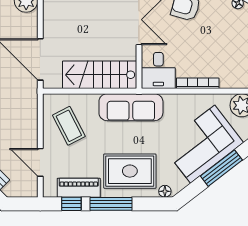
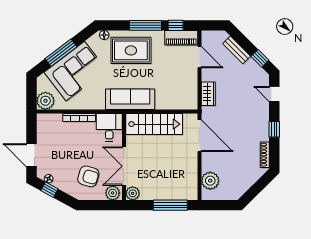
wardrobe: (29, 114) -> (208, 94), added
coffee table: (69, 126) -> (178, 85), removed
piano: (79, 188) -> (181, 38), moved

